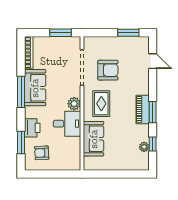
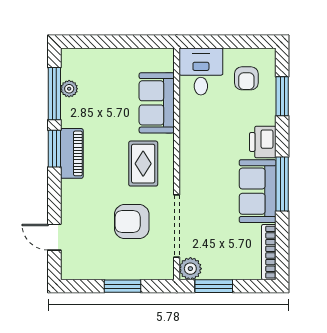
window: (128, 33) -> (123, 286), moved
plant: (74, 104) -> (190, 269), moved
desk: (67, 124) -> (201, 71), moved, turned 90
printer: (32, 128) -> (263, 142), moved
window: (153, 144) -> (54, 94), width x2.17
armchair: (42, 153) -> (246, 78), turned 93

